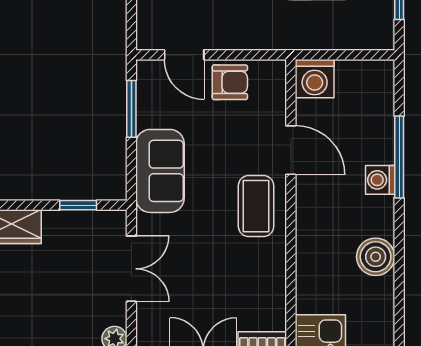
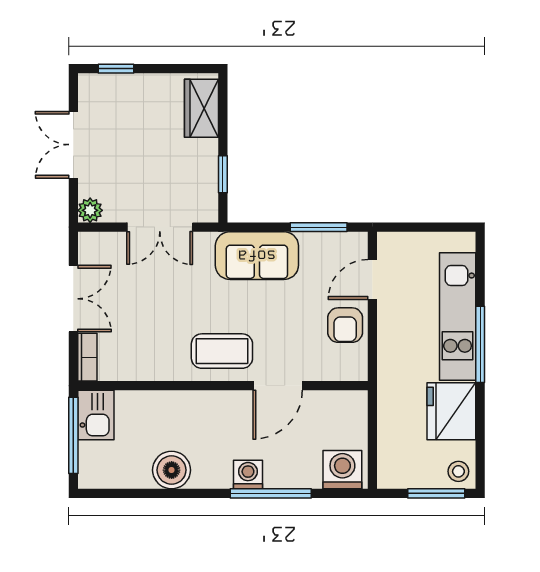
washing machine: (315, 79) -> (342, 470), moved, turned 90

